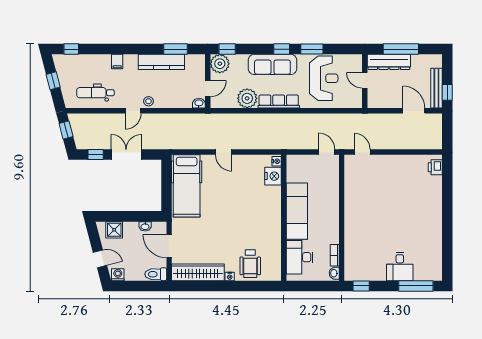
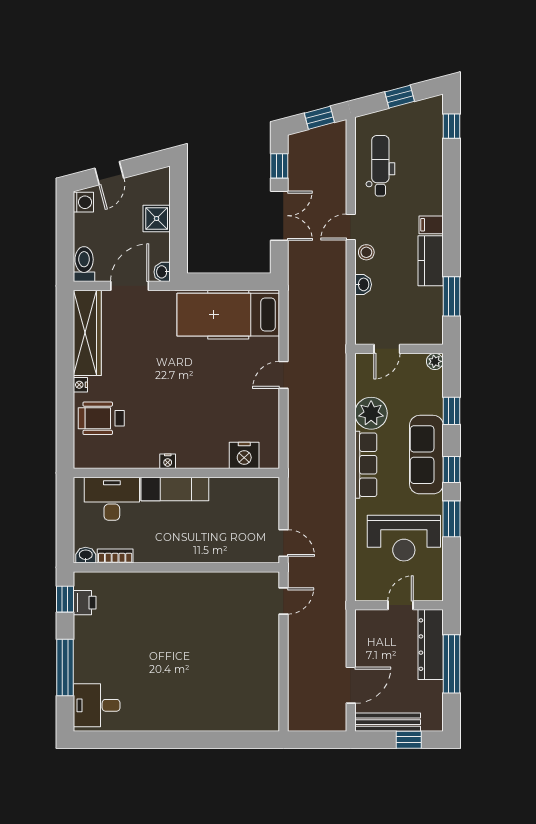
window: (227, 49) -> (452, 411), moved
filing cabinet: (117, 62) -> (431, 225), moved
kitchen counter: (161, 62) -> (431, 261), width x0.67
plant: (220, 64) -> (435, 361), width x0.53, depth x0.53
door: (208, 89) -> (387, 349), hinge flipped
window: (447, 92) -> (409, 740), moved
washbasin: (199, 103) -> (363, 284), moved
door: (133, 111) -> (351, 227), hinge flipped
door: (327, 152) -> (283, 543), hinge flipped
nightstand: (277, 161) -> (168, 461), moved
printer: (435, 167) -> (85, 603), moved, turned 90
exam couch: (297, 211) -> (175, 489), width x0.73, depth x0.69
washbasin: (145, 226) -> (162, 272), moved
shower: (114, 230) -> (157, 218), moved
desk: (400, 267) -> (97, 705), moved
window: (416, 286) -> (65, 667), moved

